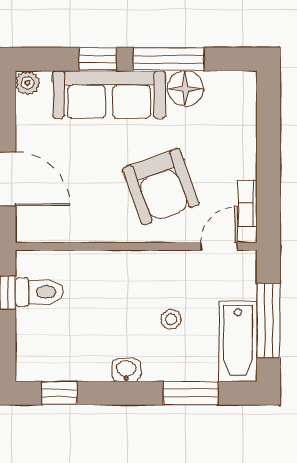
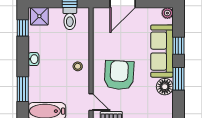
window: (169, 59) -> (178, 79), width x0.69
armchair: (161, 187) -> (119, 75), turned 113
stool: (171, 319) -> (78, 66), moved
shower: (34, 357) -> (39, 16), added

